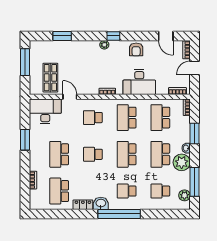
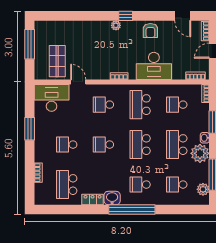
window: (62, 36) -> (70, 16), removed
school desk: (160, 118) -> (177, 105), width x0.54
school desk: (59, 154) -> (67, 145), width x0.54

